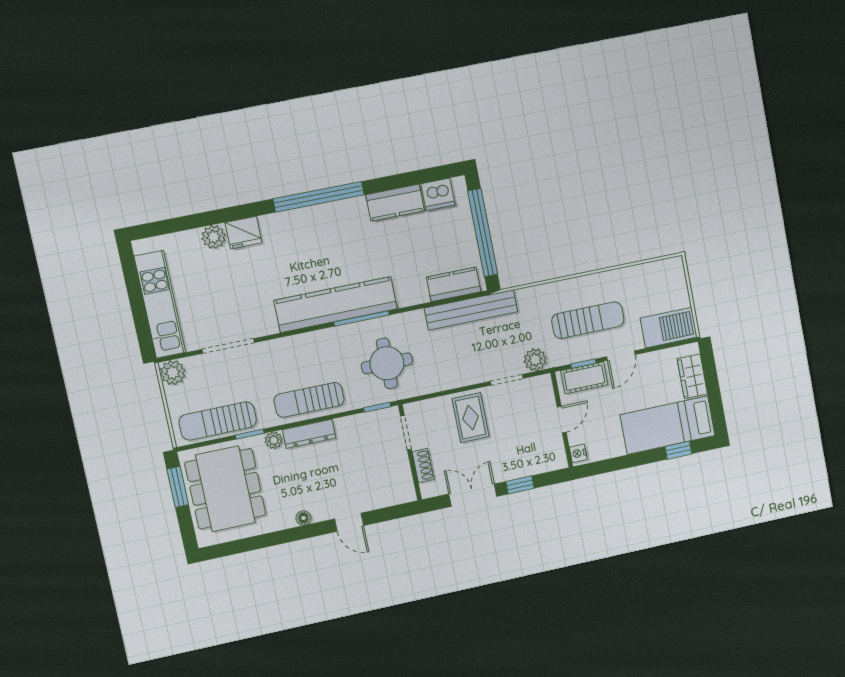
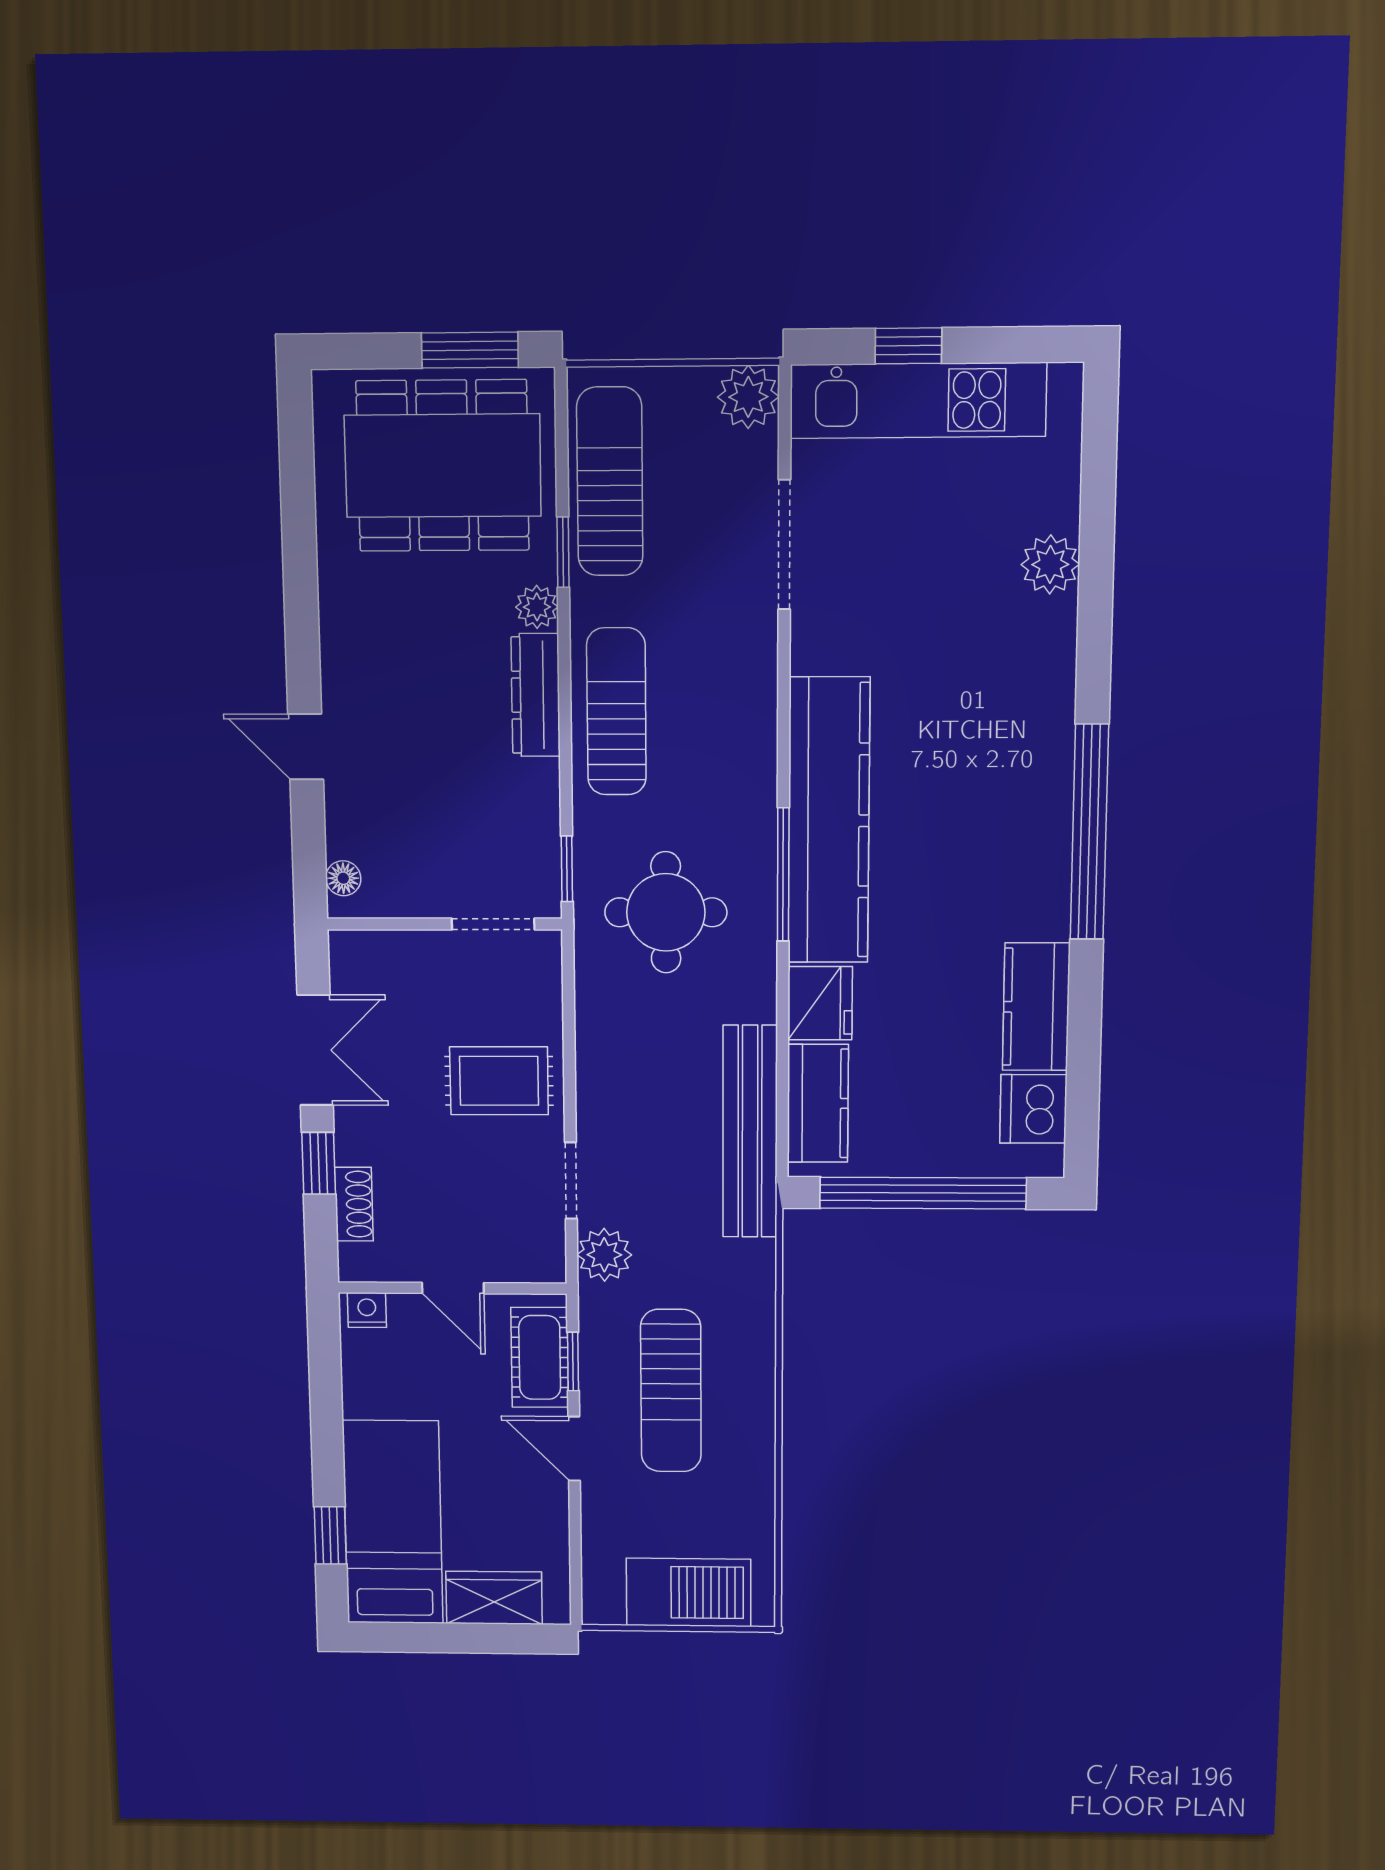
fridge: (243, 233) -> (820, 1003), moved, turned 180
window: (139, 313) -> (908, 346), added
barbecue: (669, 328) -> (689, 1592), moved, turned -90
shoe rack: (423, 466) -> (354, 1204), moved, turned -90
floor lamp: (303, 518) -> (343, 878), moved
door: (349, 522) -> (306, 747), hinge flipped

